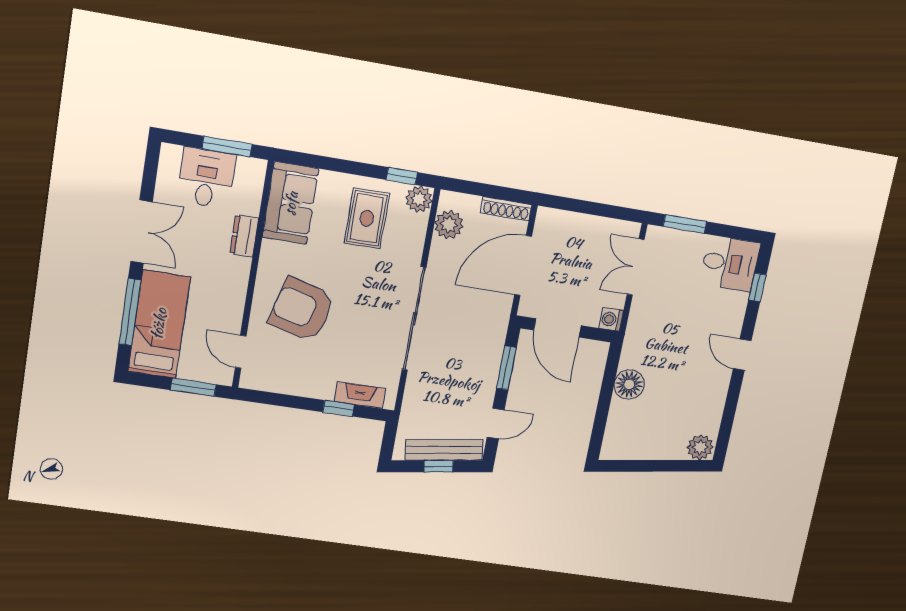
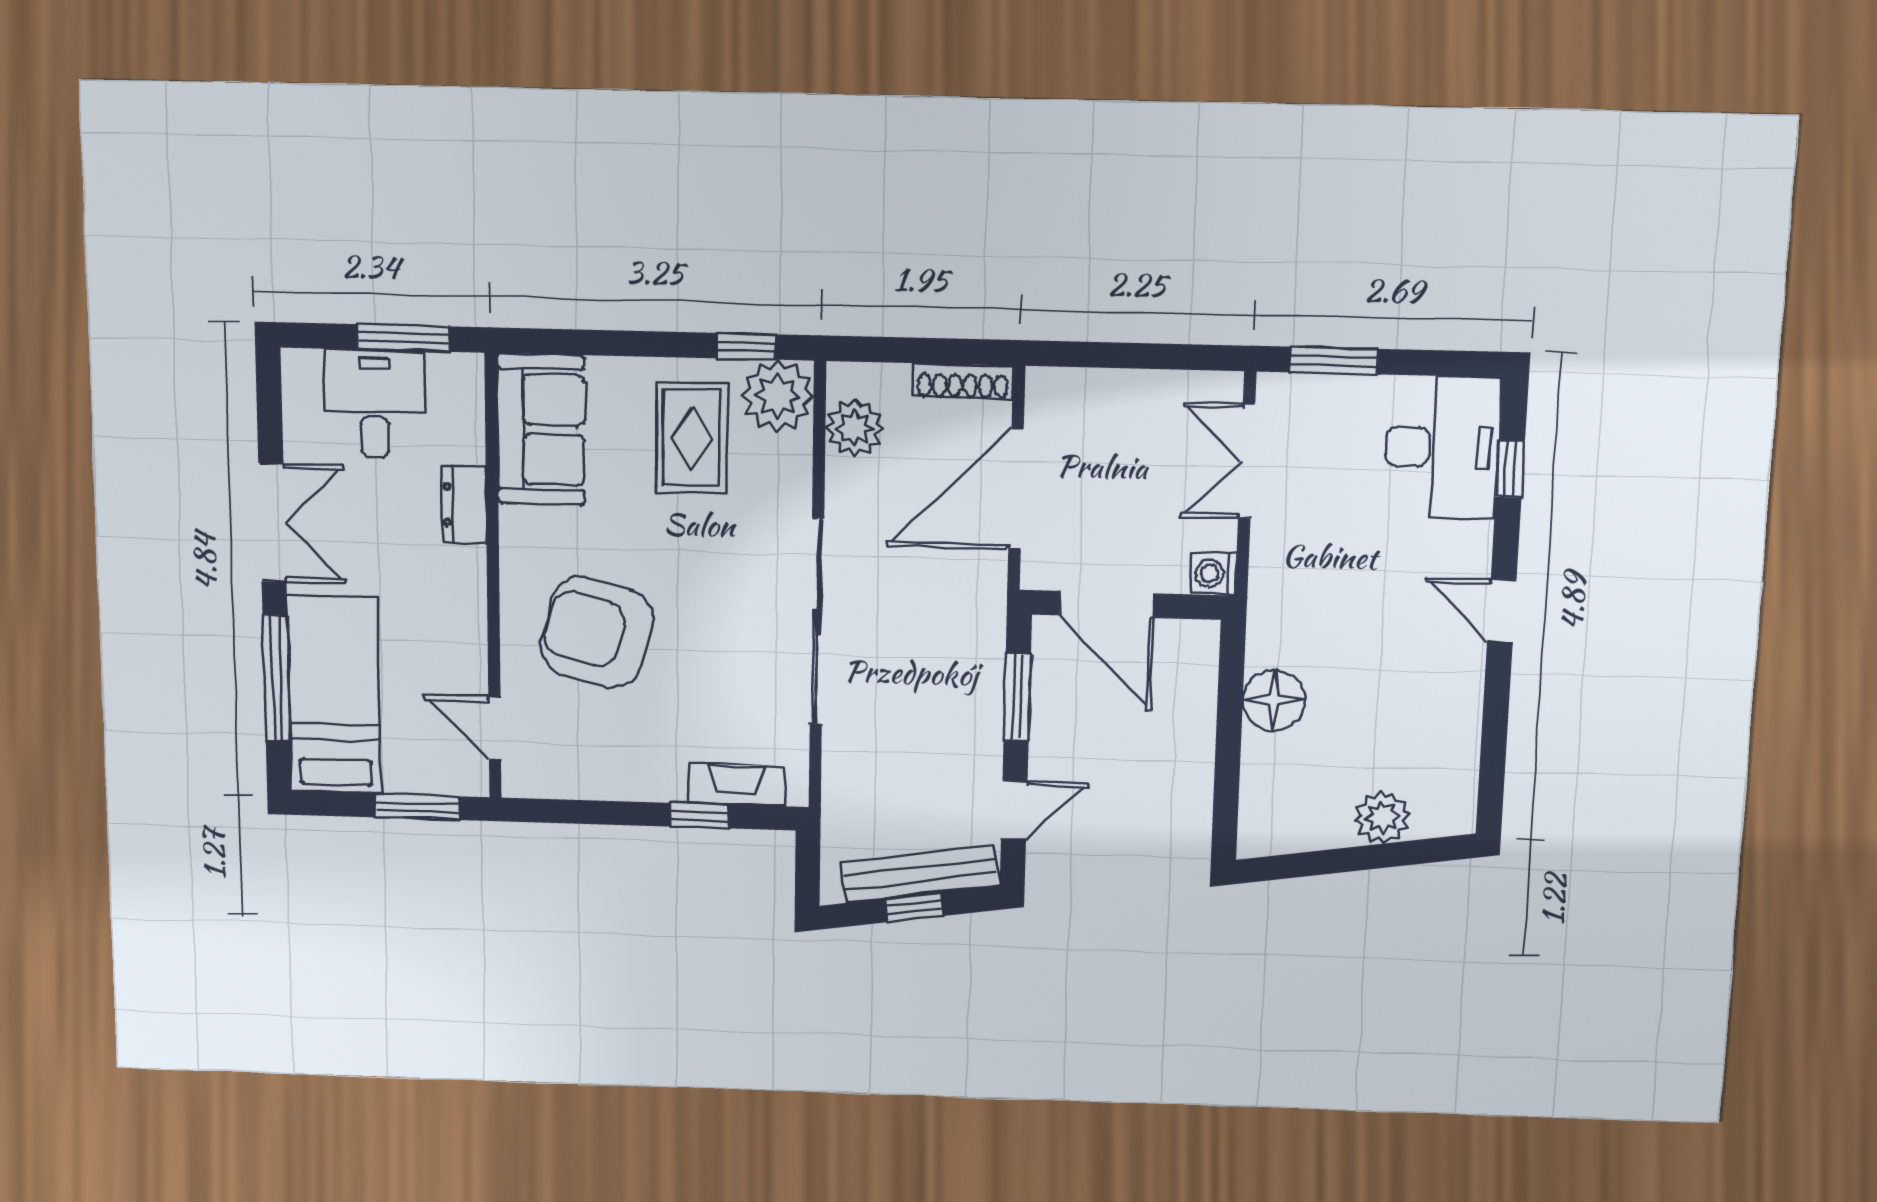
plant: (419, 199) -> (777, 396), width x1.36, depth x1.36
desk: (730, 264) -> (1442, 447), width x1.37
plant: (700, 447) -> (1382, 817), moved

